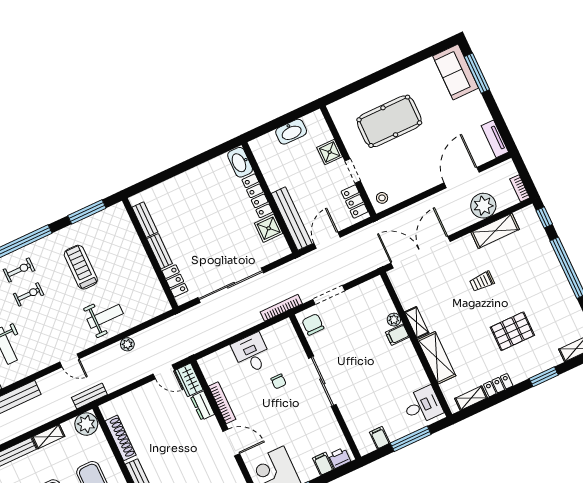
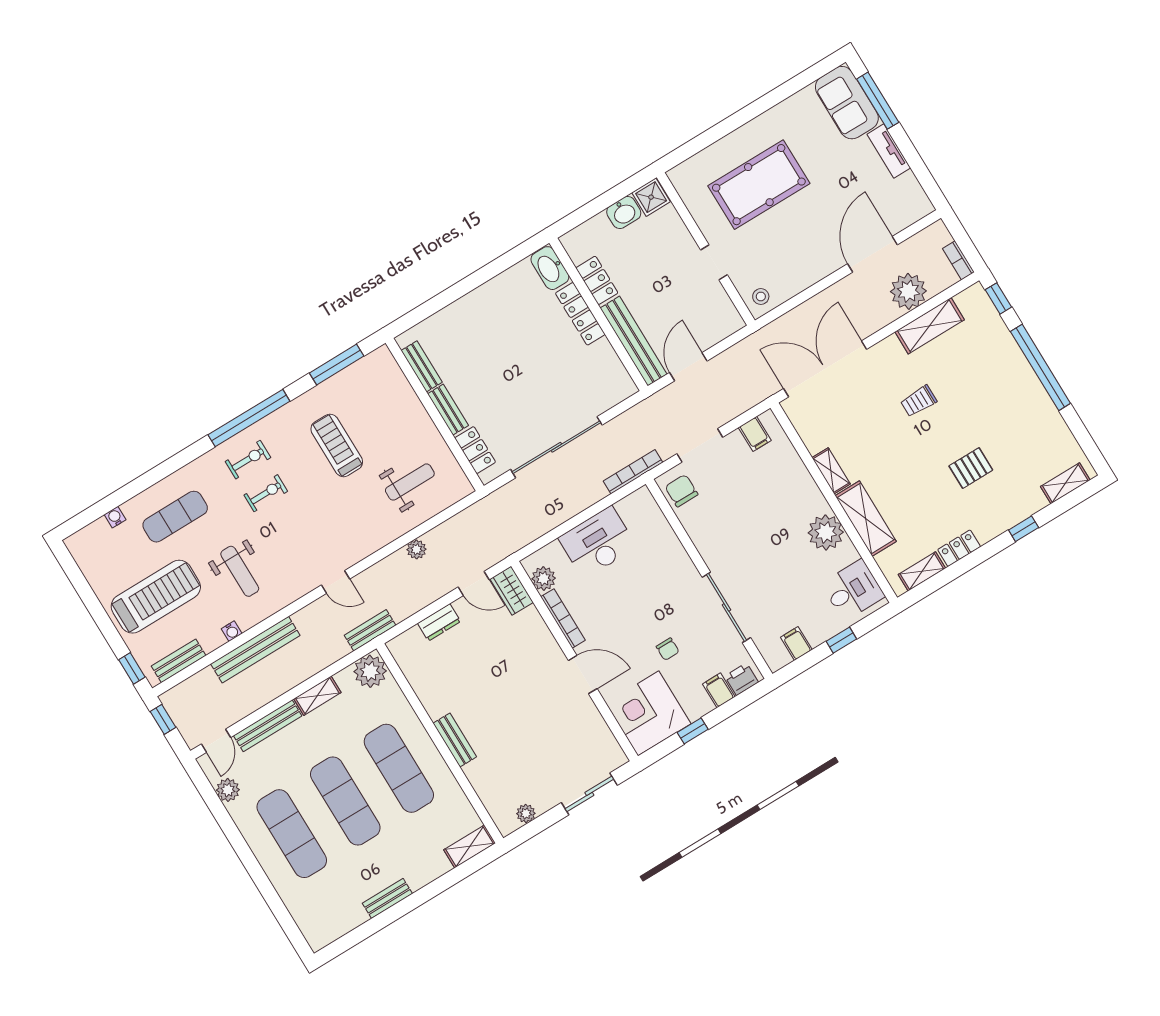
washbasin: (291, 132) -> (624, 212), width x0.72
tv unit: (495, 139) -> (889, 151), moved
shower: (330, 152) -> (651, 197), moved
locker: (355, 202) -> (597, 280), moved, turned 180
shower: (269, 228) -> (602, 359), removed
weight bench: (105, 316) -> (410, 482), moved
plant: (394, 320) -> (826, 532), moved, width x1.87, depth x1.87
pallet: (512, 331) -> (971, 468), width x0.67, depth x0.71
filing cabinet: (397, 335) -> (755, 434), moved, turned -90
desk: (252, 353) -> (598, 542), width x1.37
plant: (212, 374) -> (544, 579), added
window: (544, 377) -> (1024, 529), width x0.67
chair: (279, 381) -> (668, 649), moved
sliding door: (322, 381) -> (726, 607), moved
dresser: (203, 406) -> (439, 622), moved, turned -90
shoe rack: (121, 438) -> (422, 686), removed
window: (411, 439) -> (841, 640), width x0.46

